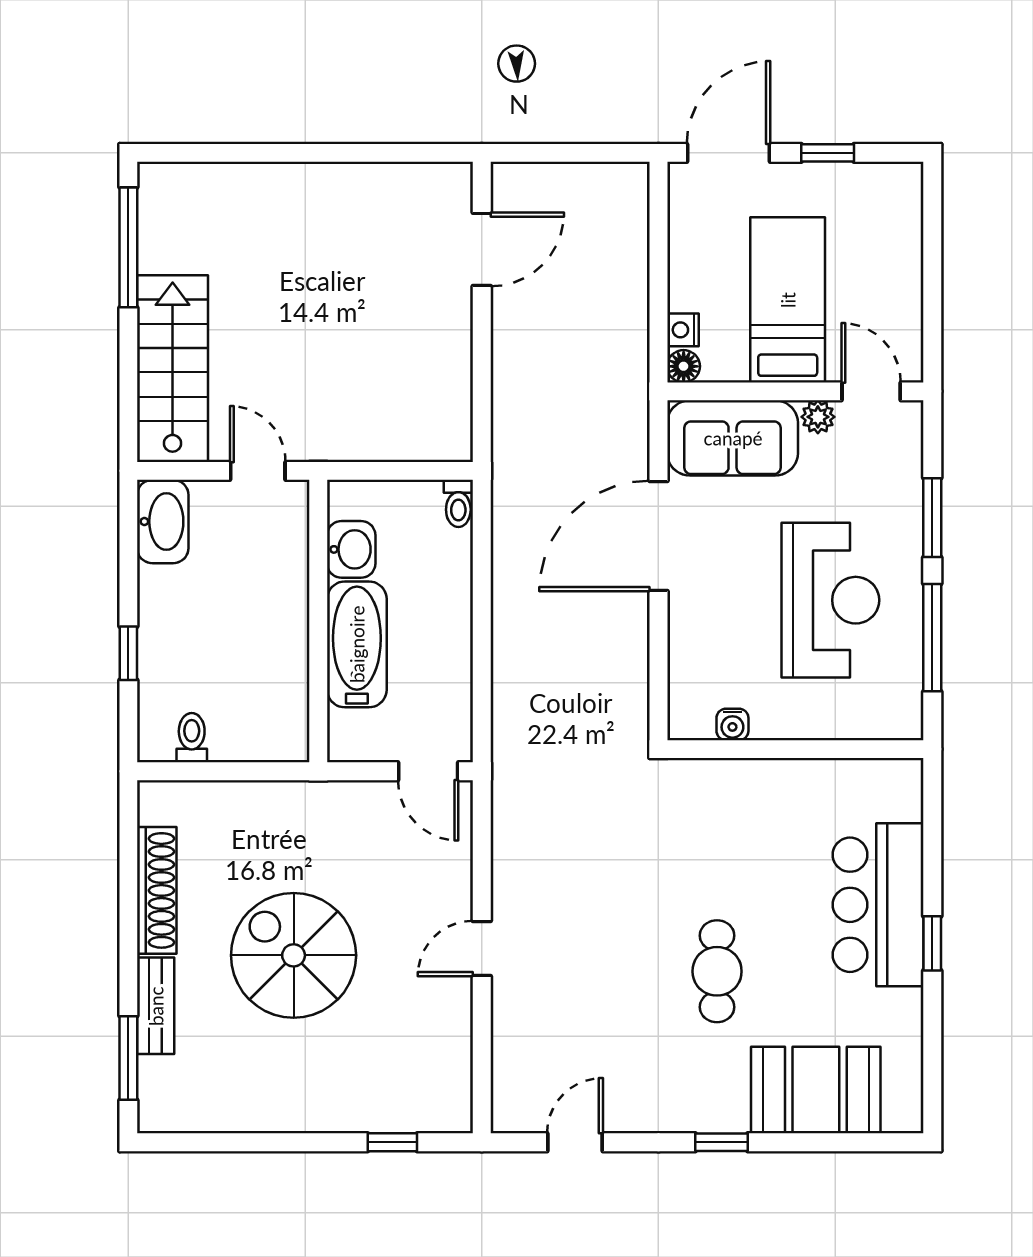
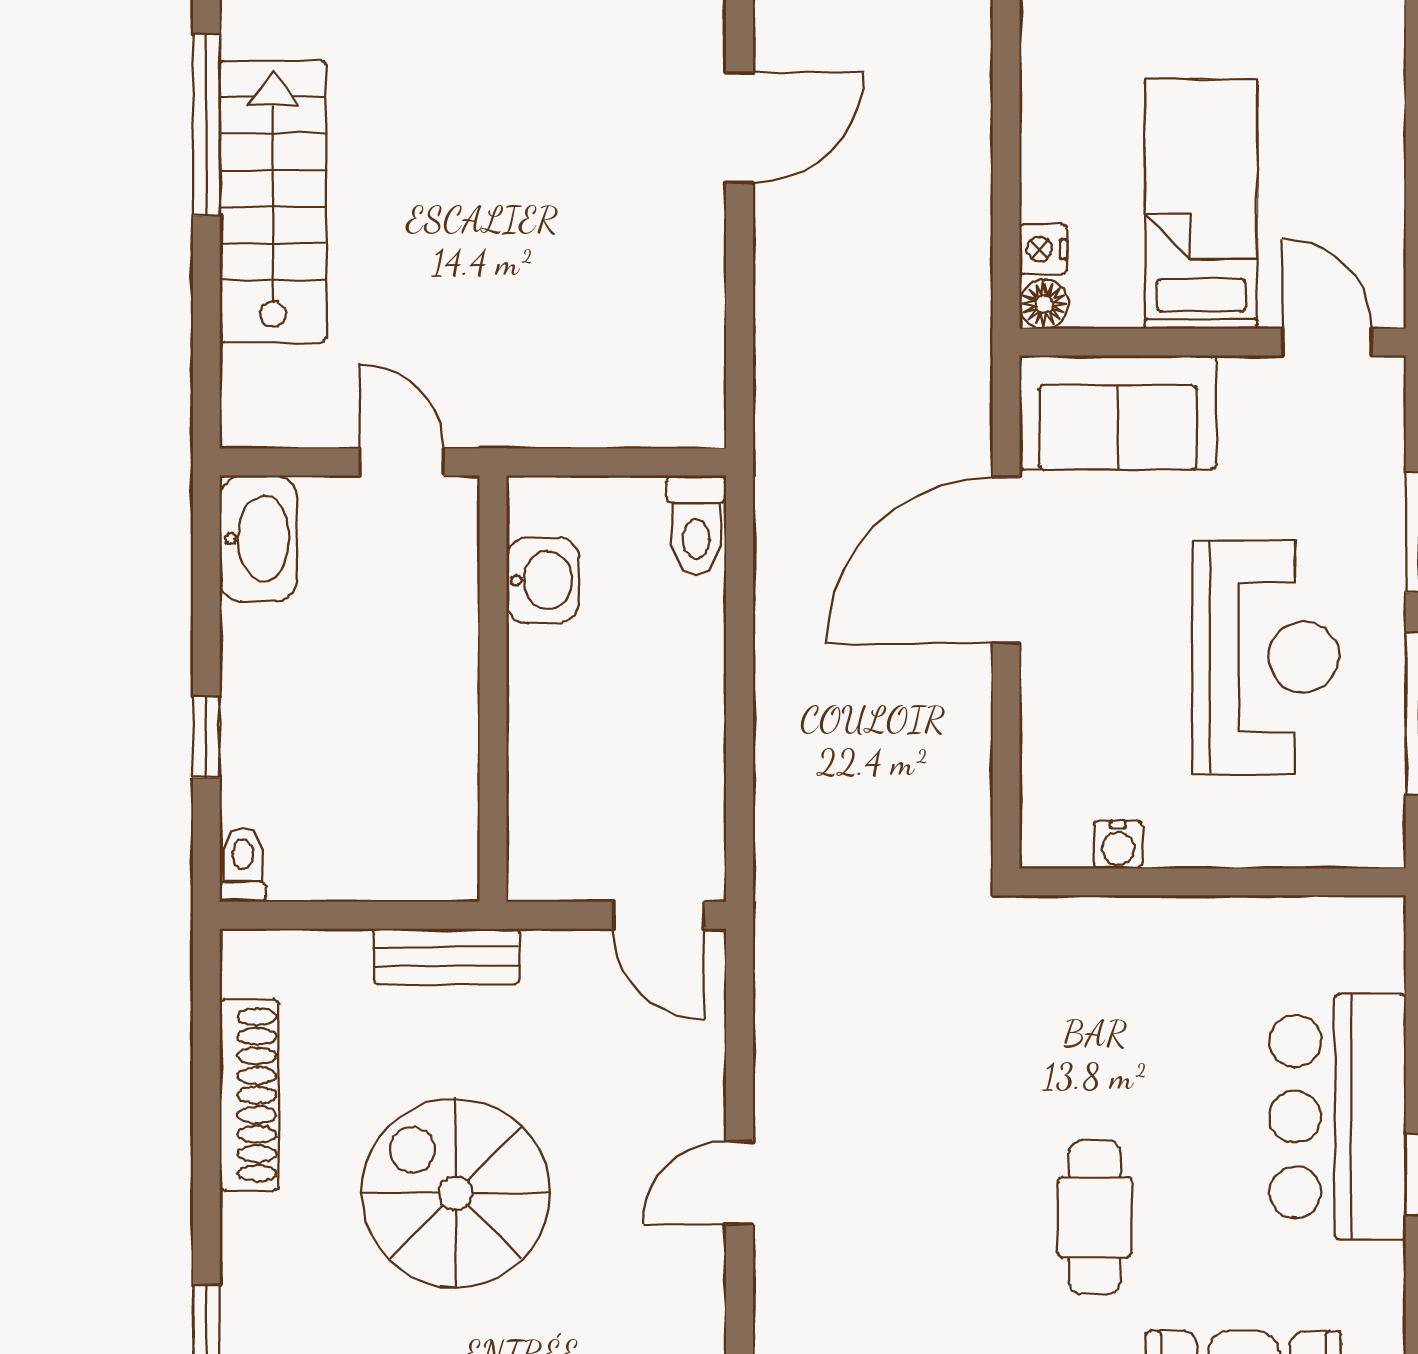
stairs: (173, 369) -> (273, 201), moved
plant: (818, 417) -> (1247, 381), removed
toilet: (458, 503) -> (696, 525), width x1.37, depth x1.39
bathtub: (357, 644) -> (551, 724), removed
toilet: (192, 738) -> (243, 865), moved
bench: (156, 1006) -> (446, 956), moved, turned 90

